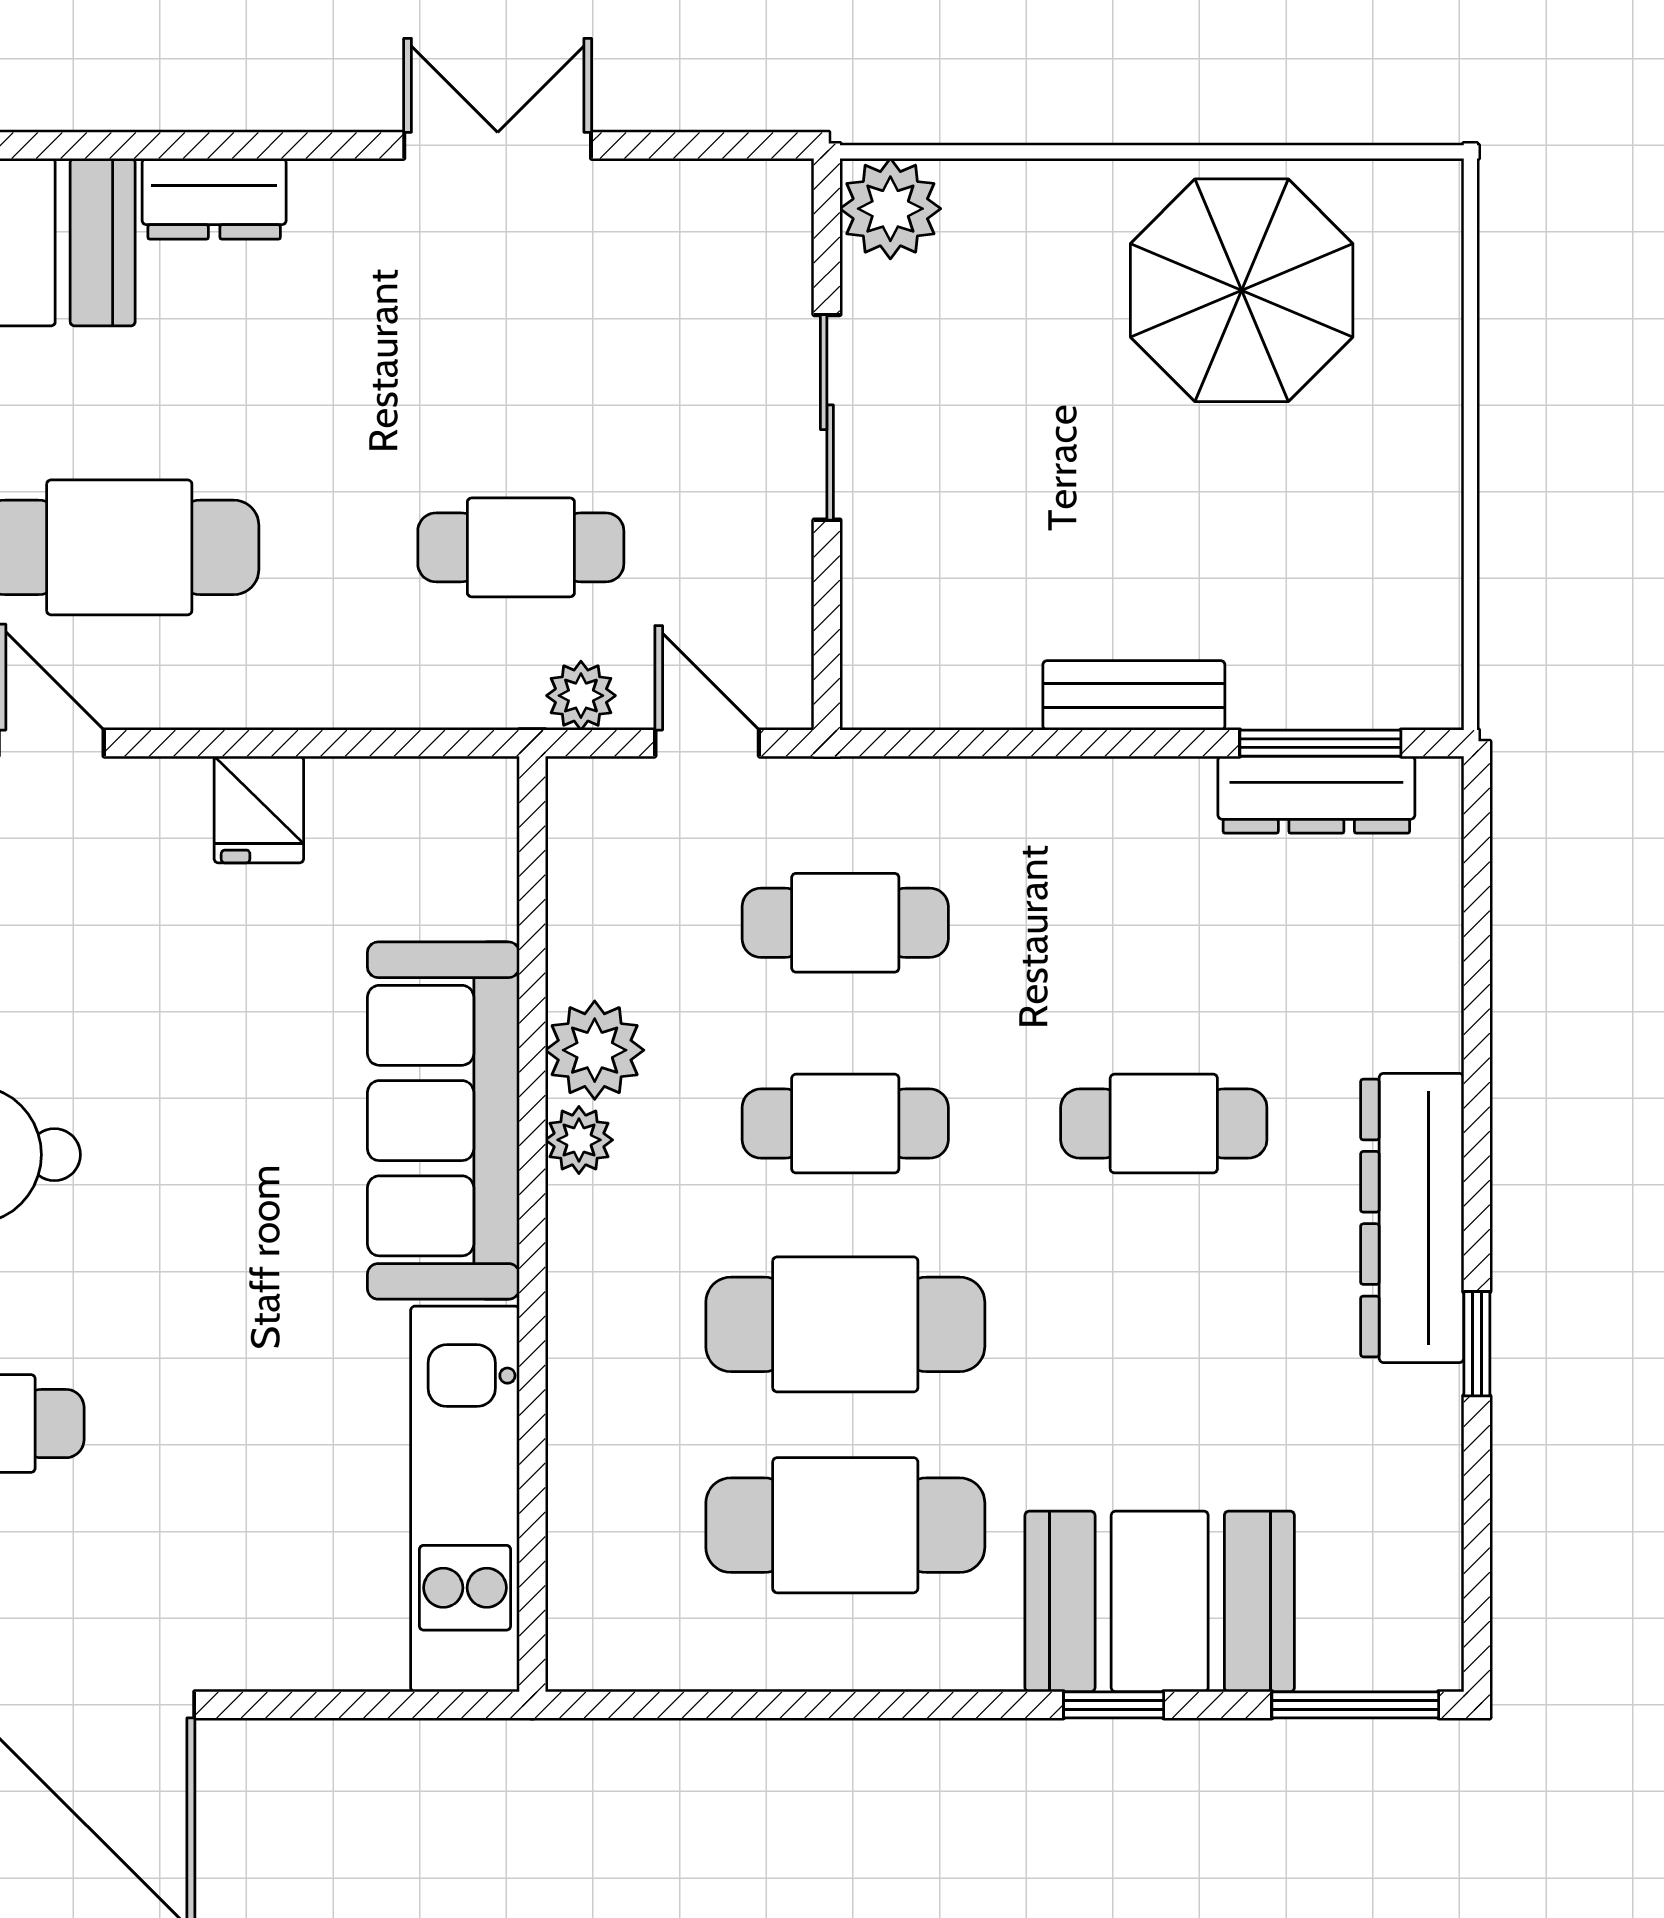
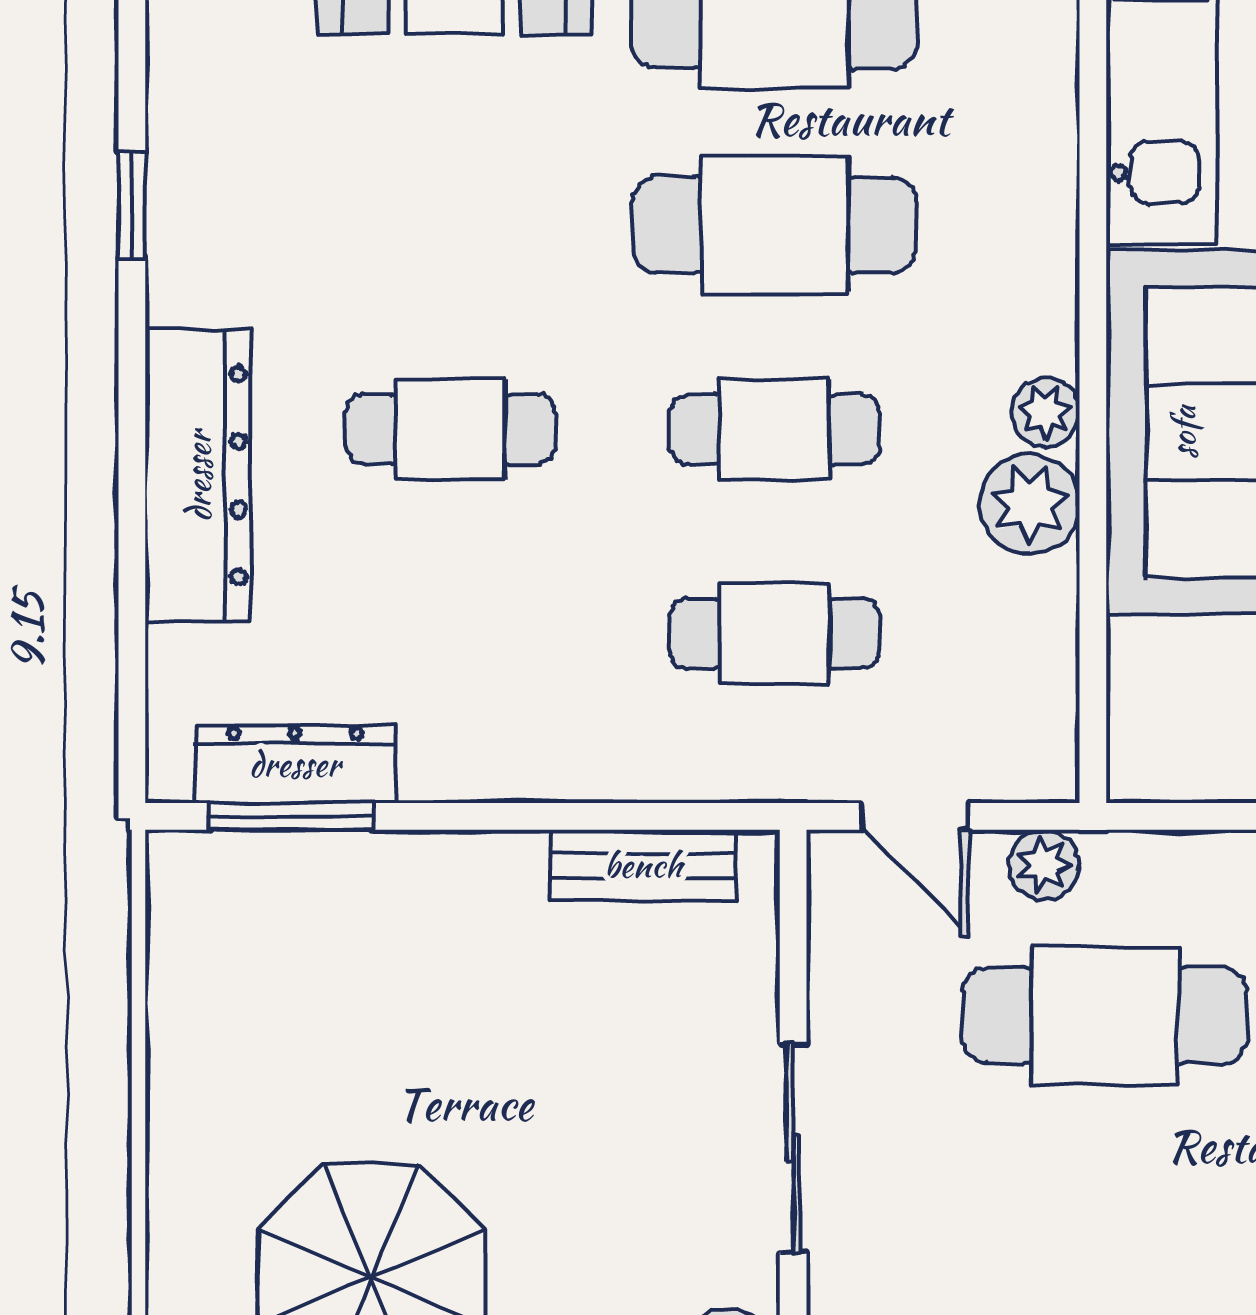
cafe table: (521, 547) -> (1105, 1016), width x1.37, depth x1.35
bench: (1134, 695) -> (643, 865), moved
dresser: (1412, 1218) -> (198, 476), moved

